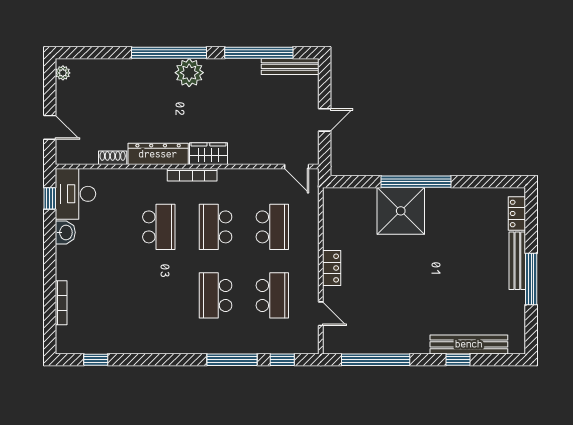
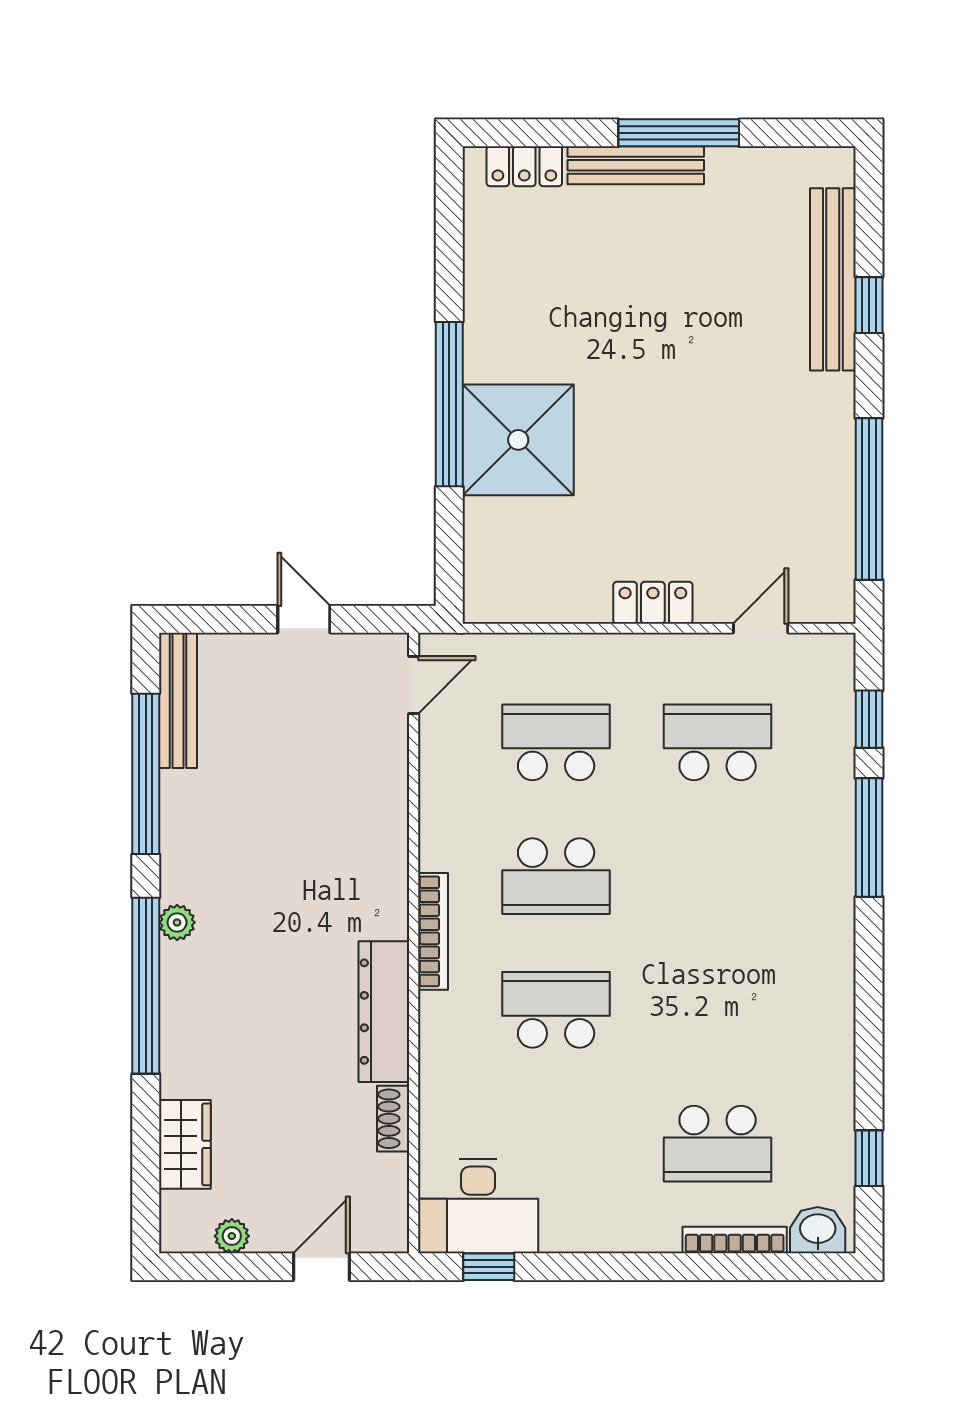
plant: (63, 73) -> (232, 1236), moved
plant: (189, 73) -> (177, 922), width x0.53, depth x0.53
wardrobe: (208, 154) -> (185, 1144), moved, turned 180
washbasin: (65, 232) -> (818, 1230), moved
school desk: (216, 295) -> (718, 1144), moved

